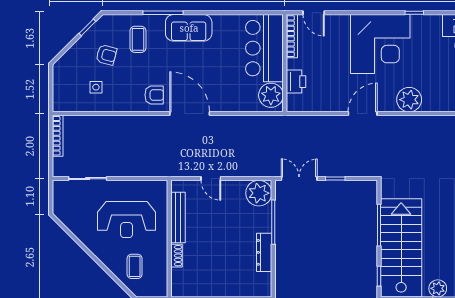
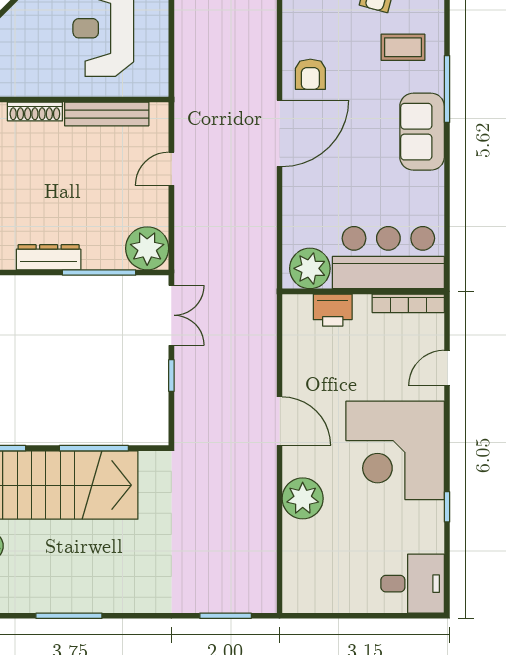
door: (314, 13) -> (447, 368), moved
shoe rack: (177, 256) -> (35, 112), width x1.43
coffee table: (135, 266) -> (25, 42), removed

